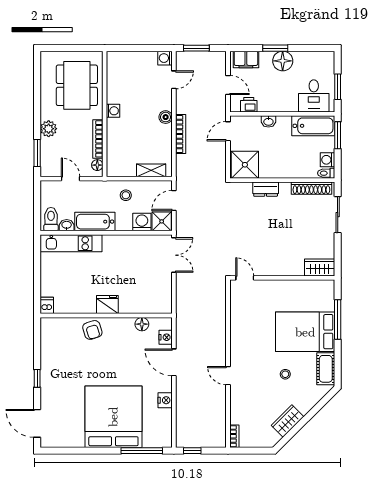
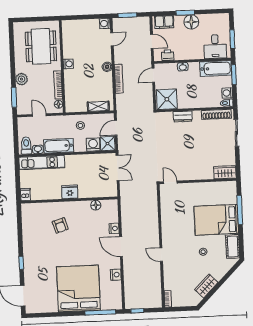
dishwasher: (47, 305) -> (25, 195), moved
fridge: (107, 305) -> (70, 192), moved
wall: (106, 316) -> (69, 200), moved
floor lamp: (142, 324) -> (96, 205), moved

